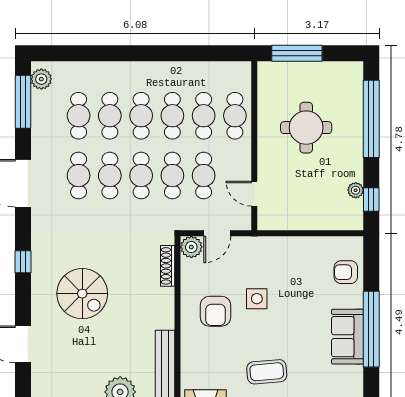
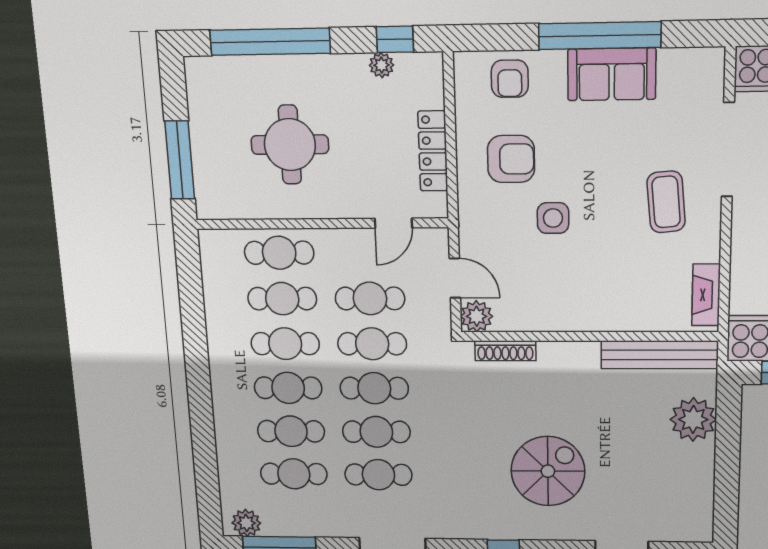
locker: (301, 221) -> (433, 151), added
armchair: (216, 311) -> (511, 159), moved

